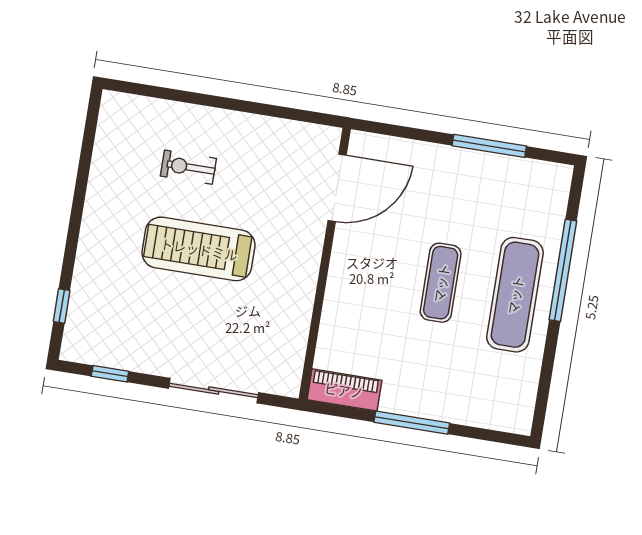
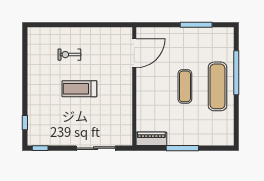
treadmill: (199, 249) -> (79, 89), width x0.73, depth x0.73
window: (110, 374) -> (40, 148), moved

